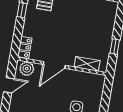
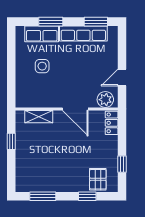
door: (54, 65) -> (75, 109), swing flipped

